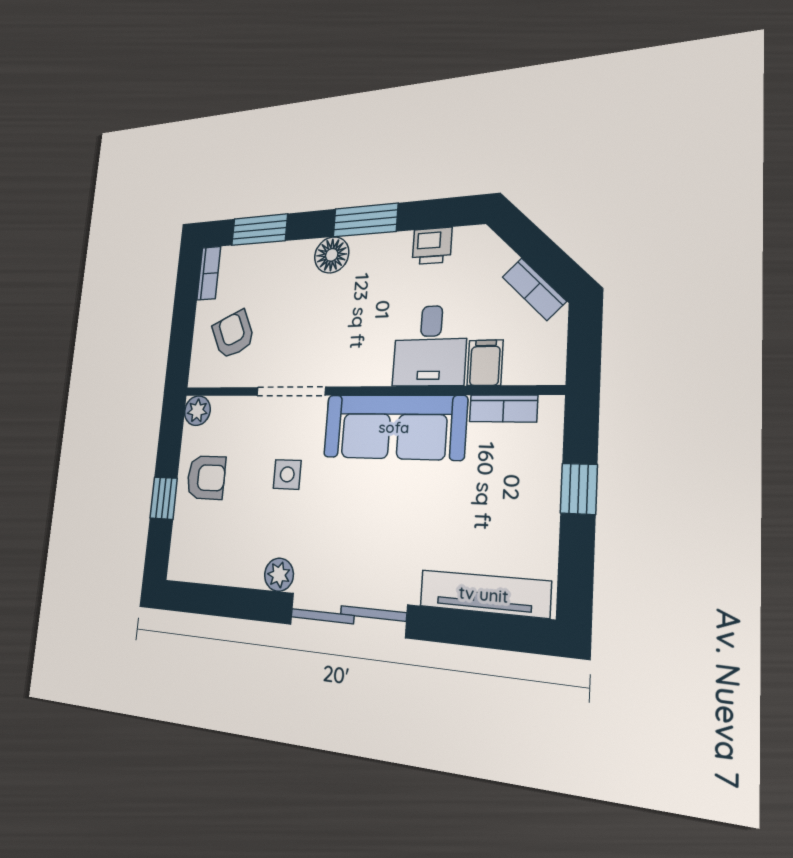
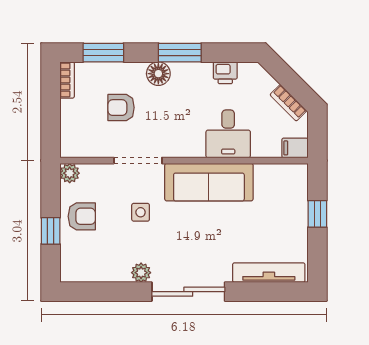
armchair: (233, 334) -> (121, 108), moved, turned -65
filing cabinet: (485, 363) -> (295, 148), moved, turned -90
bookcase: (503, 409) -> (274, 171), removed

